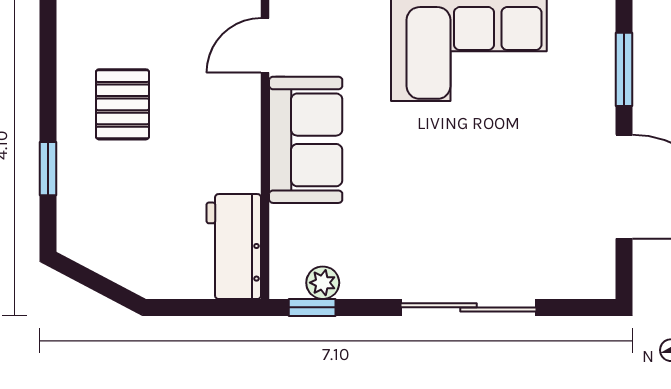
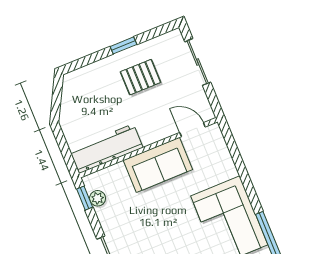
window: (48, 169) -> (123, 45), moved
workbench: (234, 247) -> (106, 149), width x1.37

